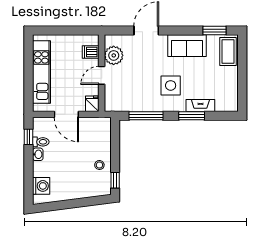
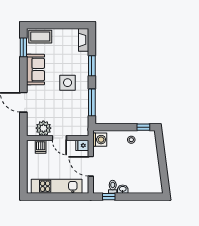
fireplace: (200, 106) -> (84, 40), moved
door: (66, 114) -> (91, 166), swing flipped
washing machine: (41, 186) -> (100, 140), moved, turned 90

